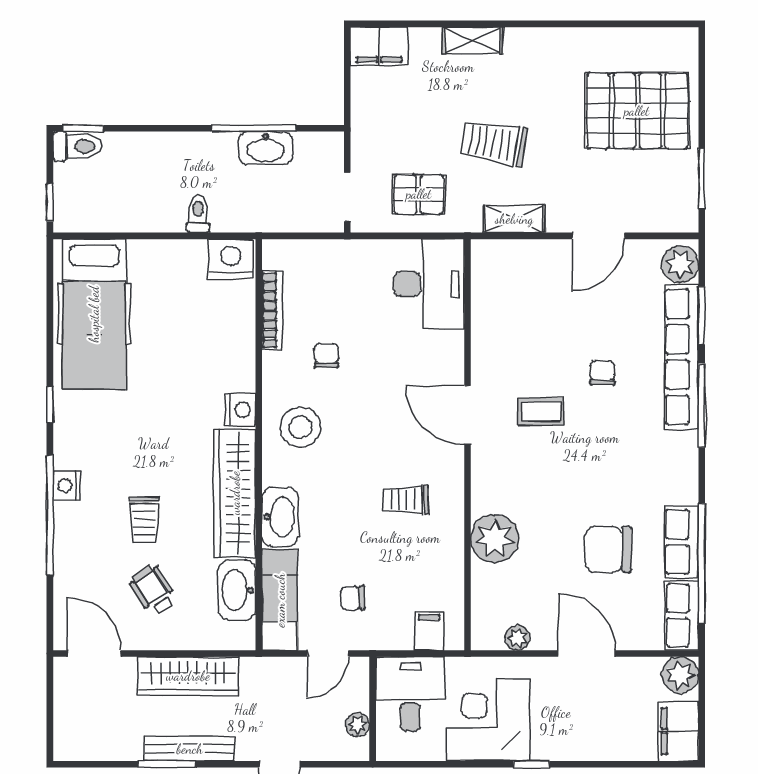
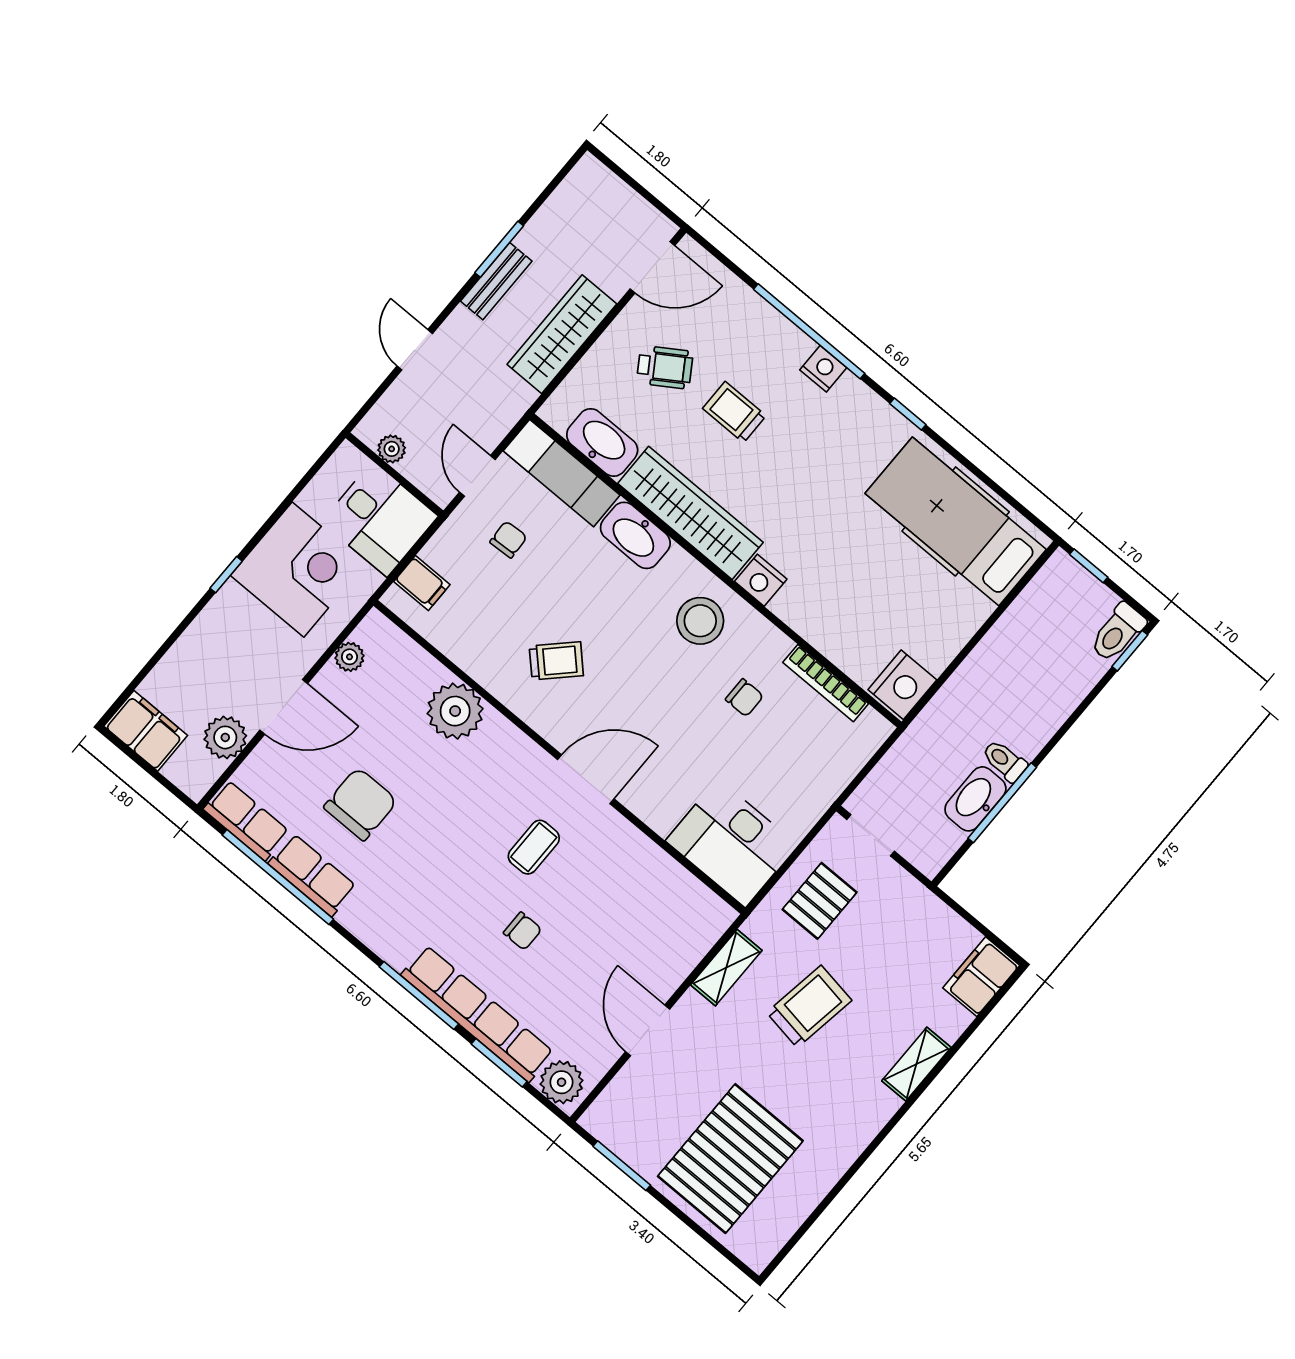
toilet: (198, 214) -> (1004, 761), moved, turned 180
trolley: (406, 500) -> (556, 661), turned 45
plant: (680, 675) -> (225, 737), moved
bench: (190, 749) -> (496, 281), width x0.73

